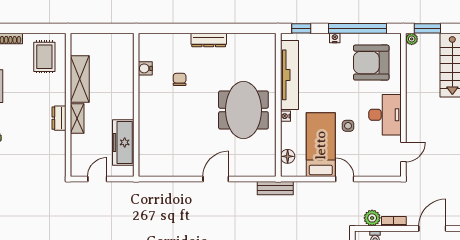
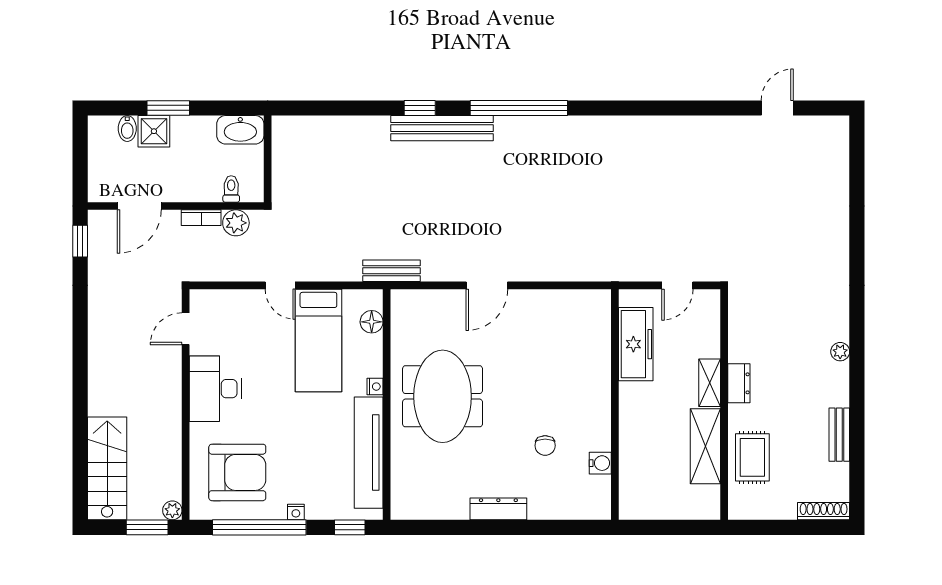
rug: (44, 57) -> (752, 457), moved
side table: (348, 126) -> (275, 371), removed

